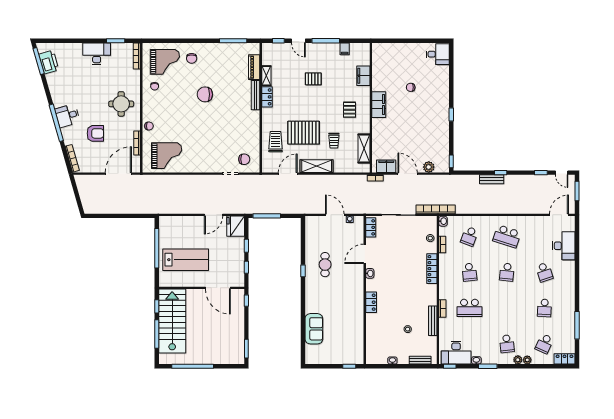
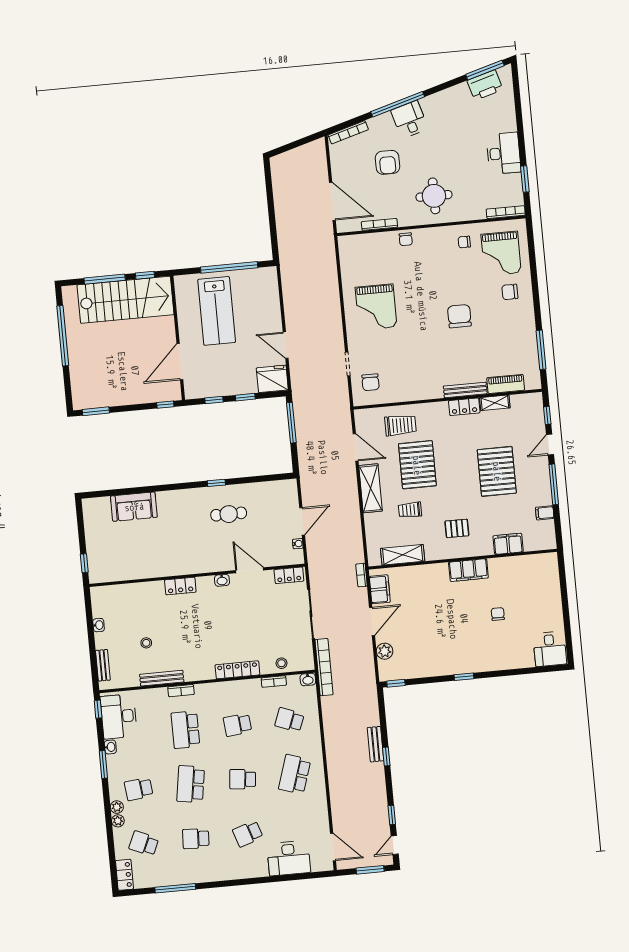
pallet: (313, 79) -> (497, 471), width x2.05, depth x2.00
grand piano: (167, 156) -> (376, 307), moved
school desk: (507, 308) -> (191, 784), added

